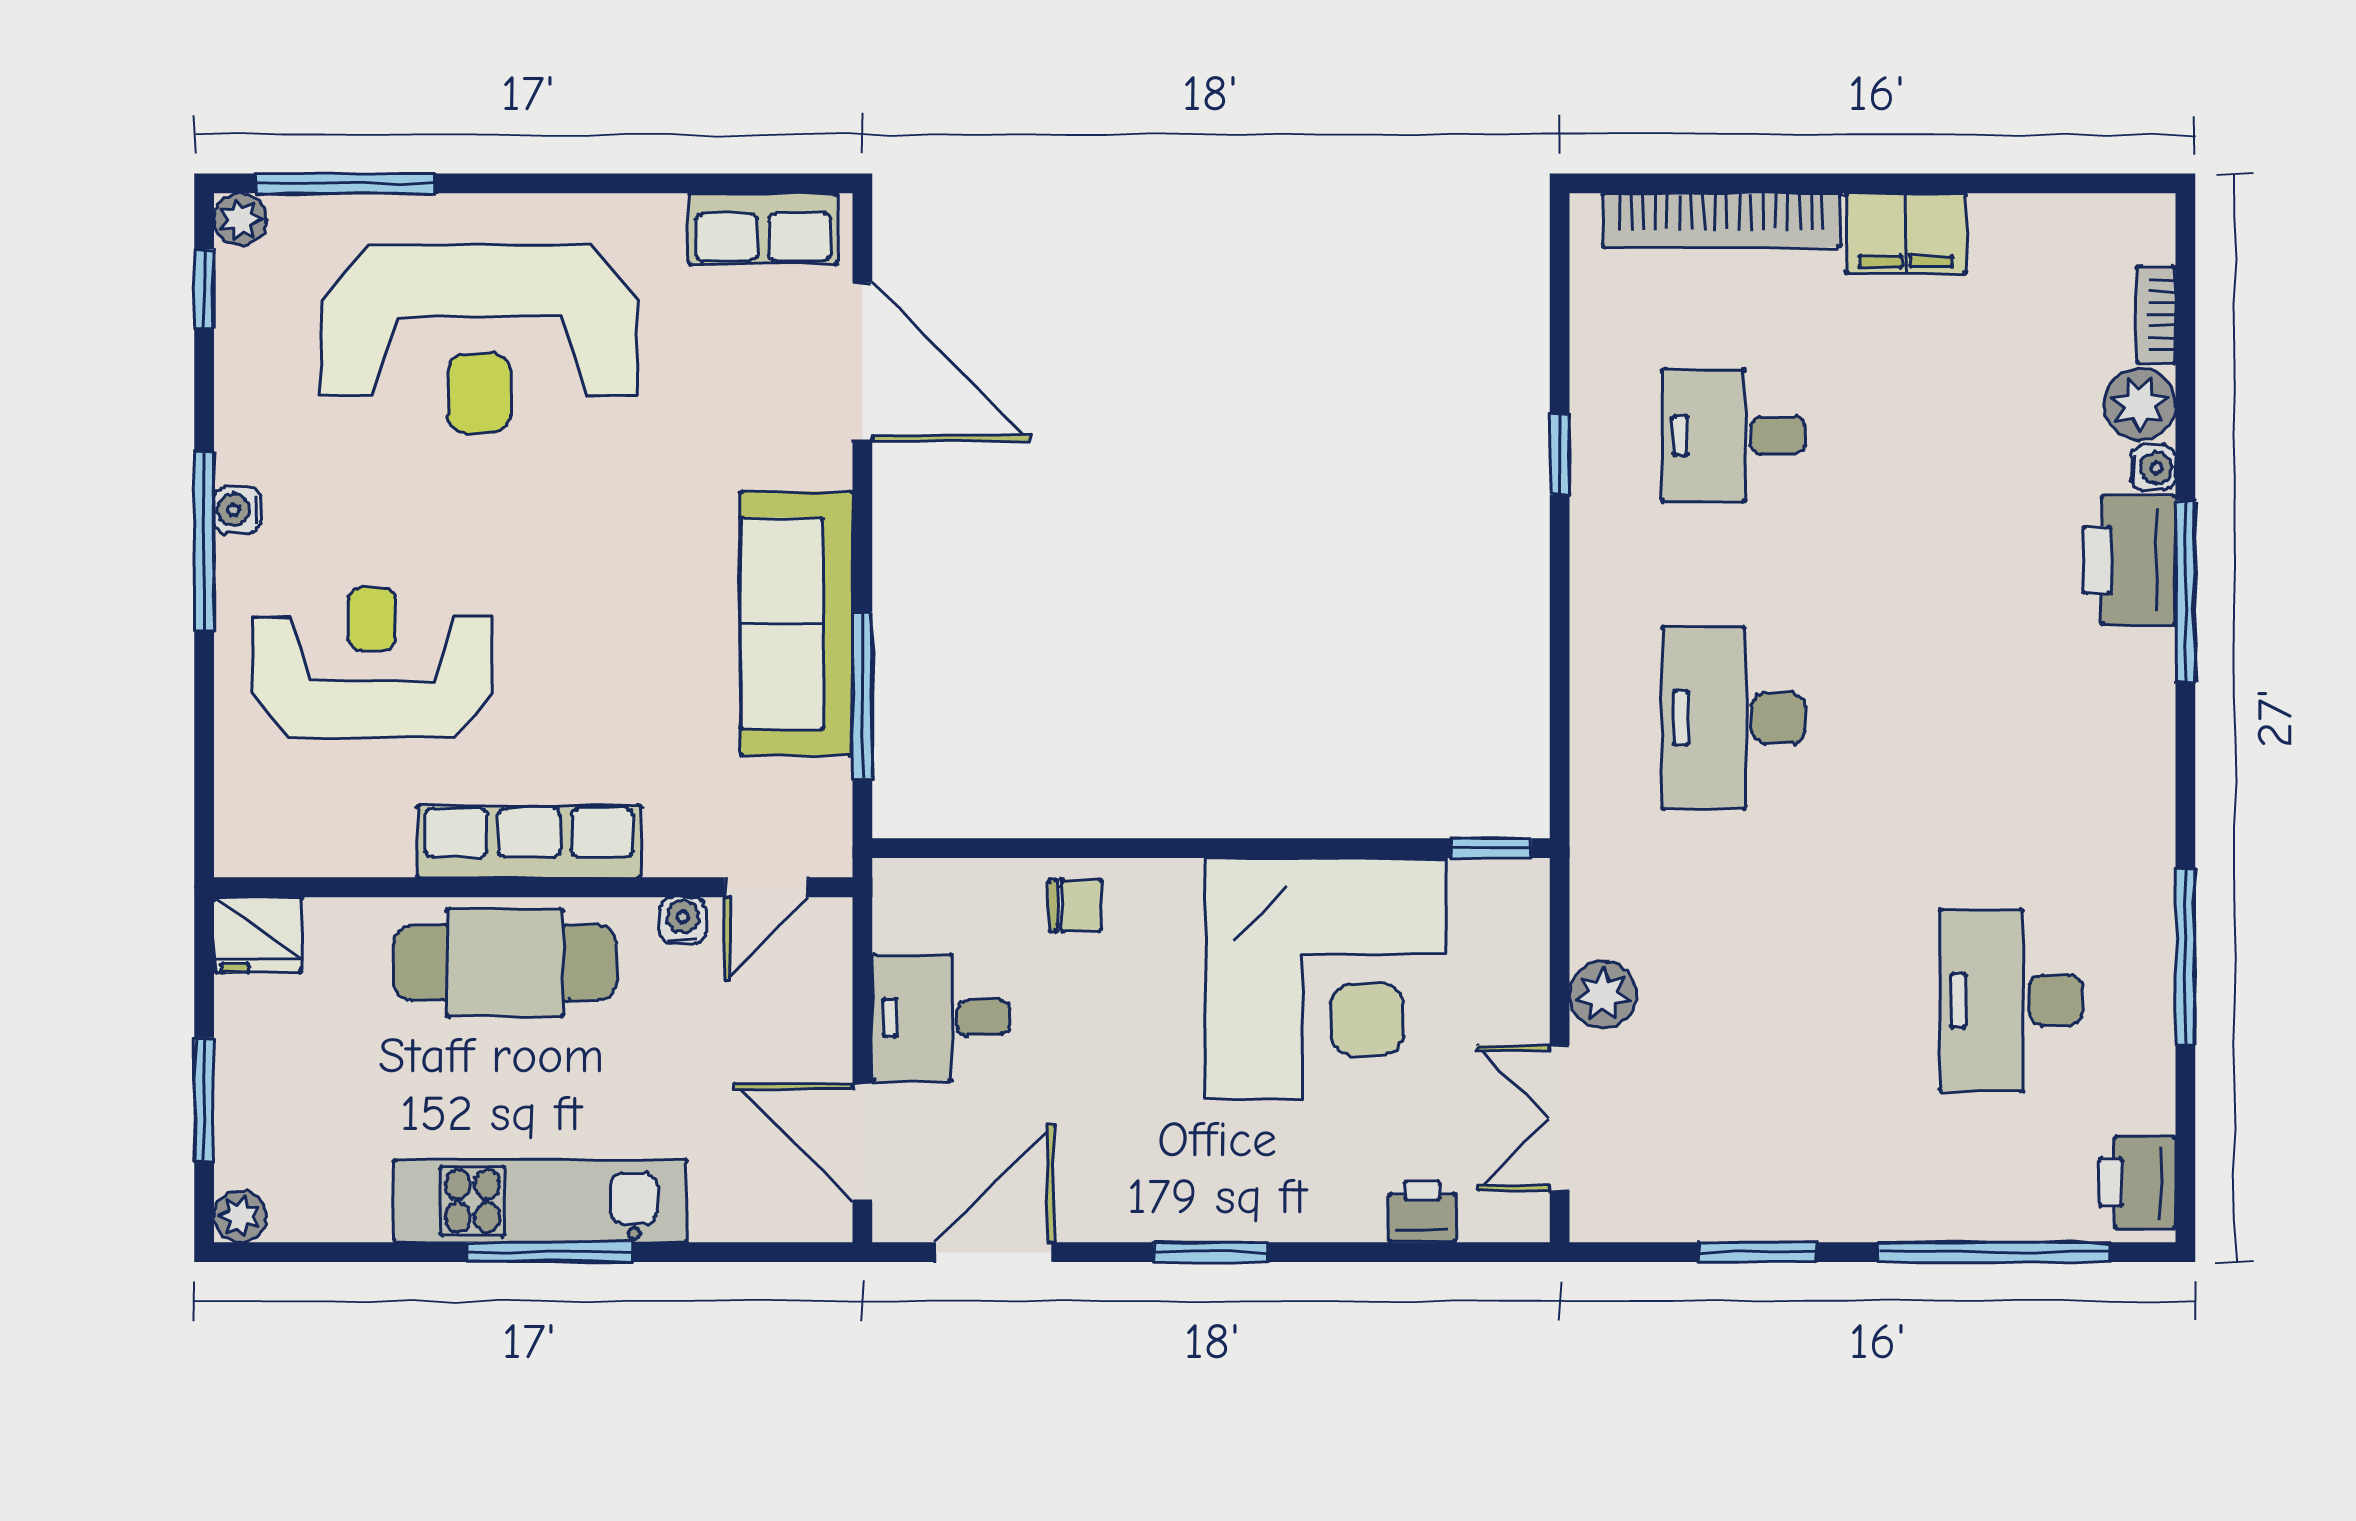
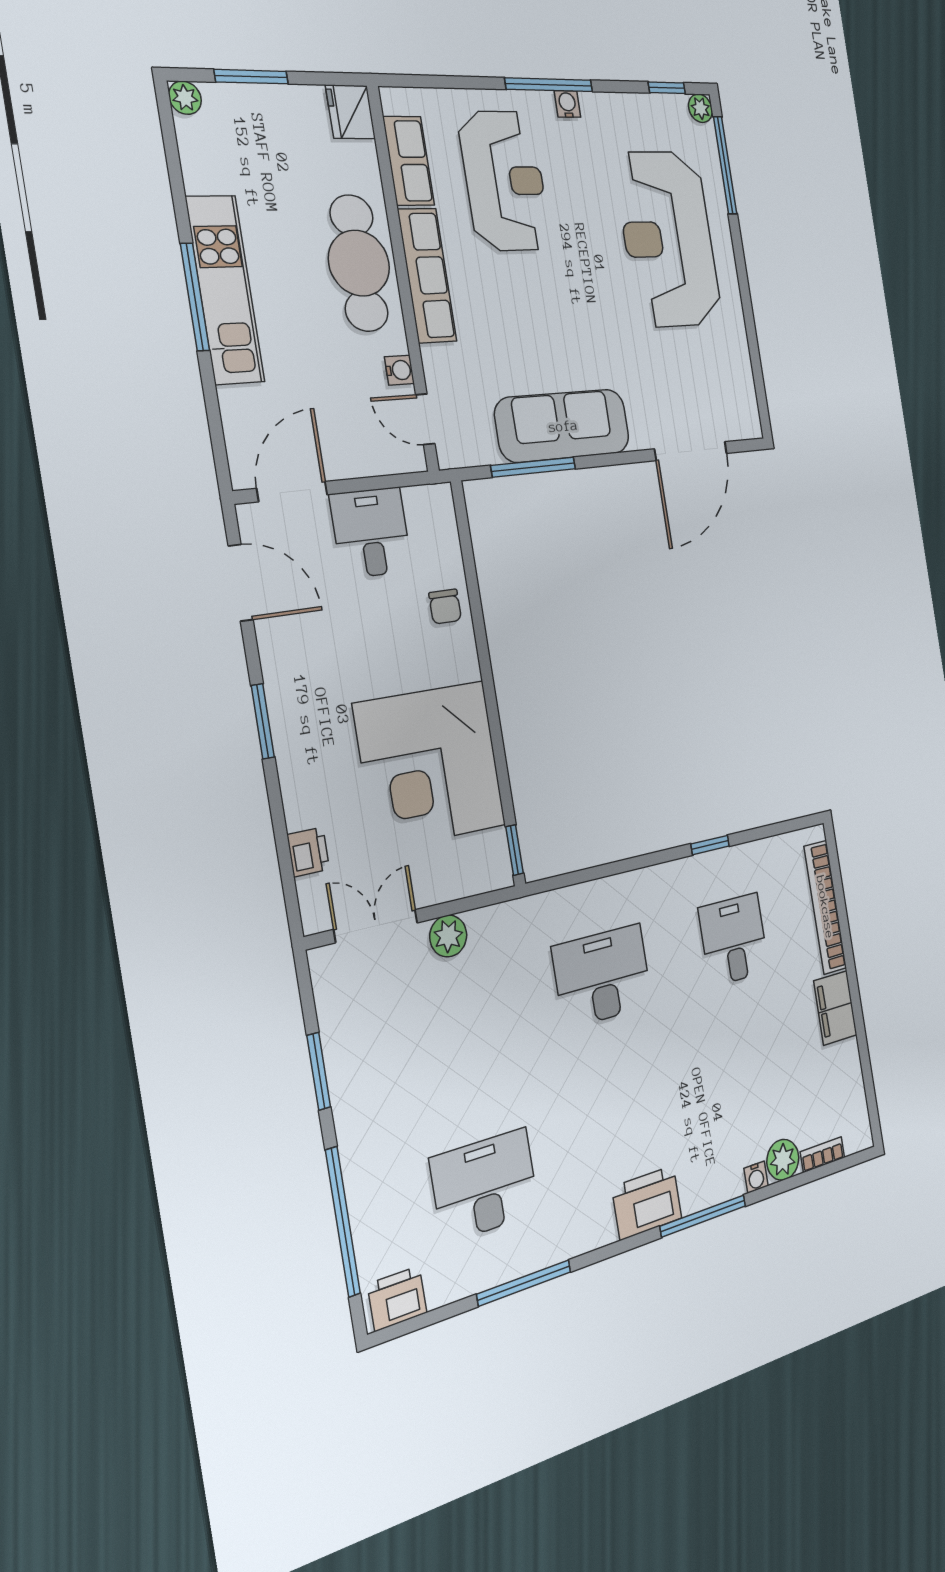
row of seats: (763, 229) -> (409, 161), moved, turned 180
printer: (2129, 560) -> (647, 1203), moved

